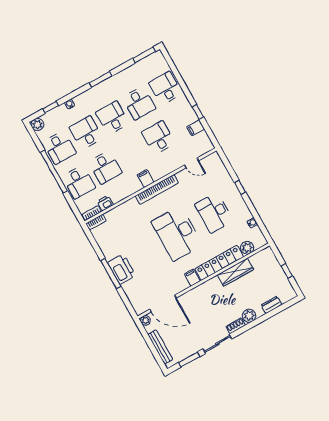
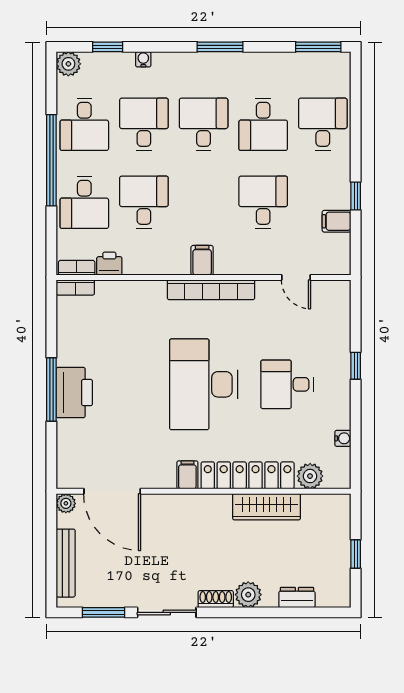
desk: (105, 167) -> (144, 202), turned 180
desk: (214, 213) -> (287, 384), width x0.73

